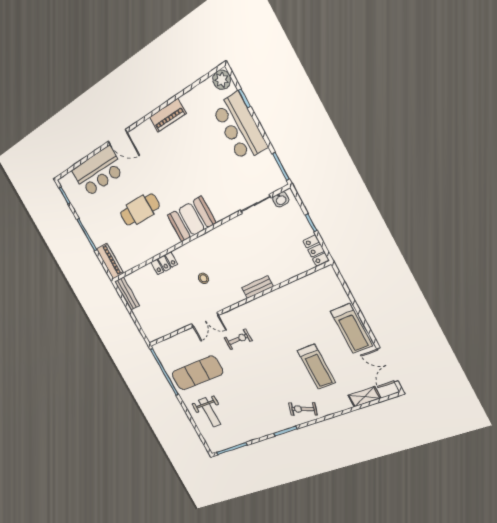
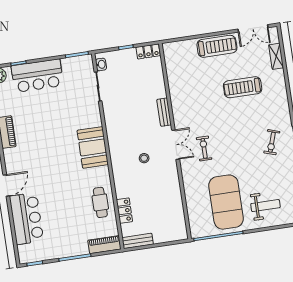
cafe table: (140, 210) -> (100, 202), moved, width x0.73, depth x0.74
locker: (164, 263) -> (124, 211), moved
double door: (205, 320) -> (176, 145), moved
treadmill: (316, 367) -> (243, 87), turned 180
exercise mat: (197, 373) -> (226, 202), width x1.47
exercise bike: (303, 409) -> (272, 142), moved

